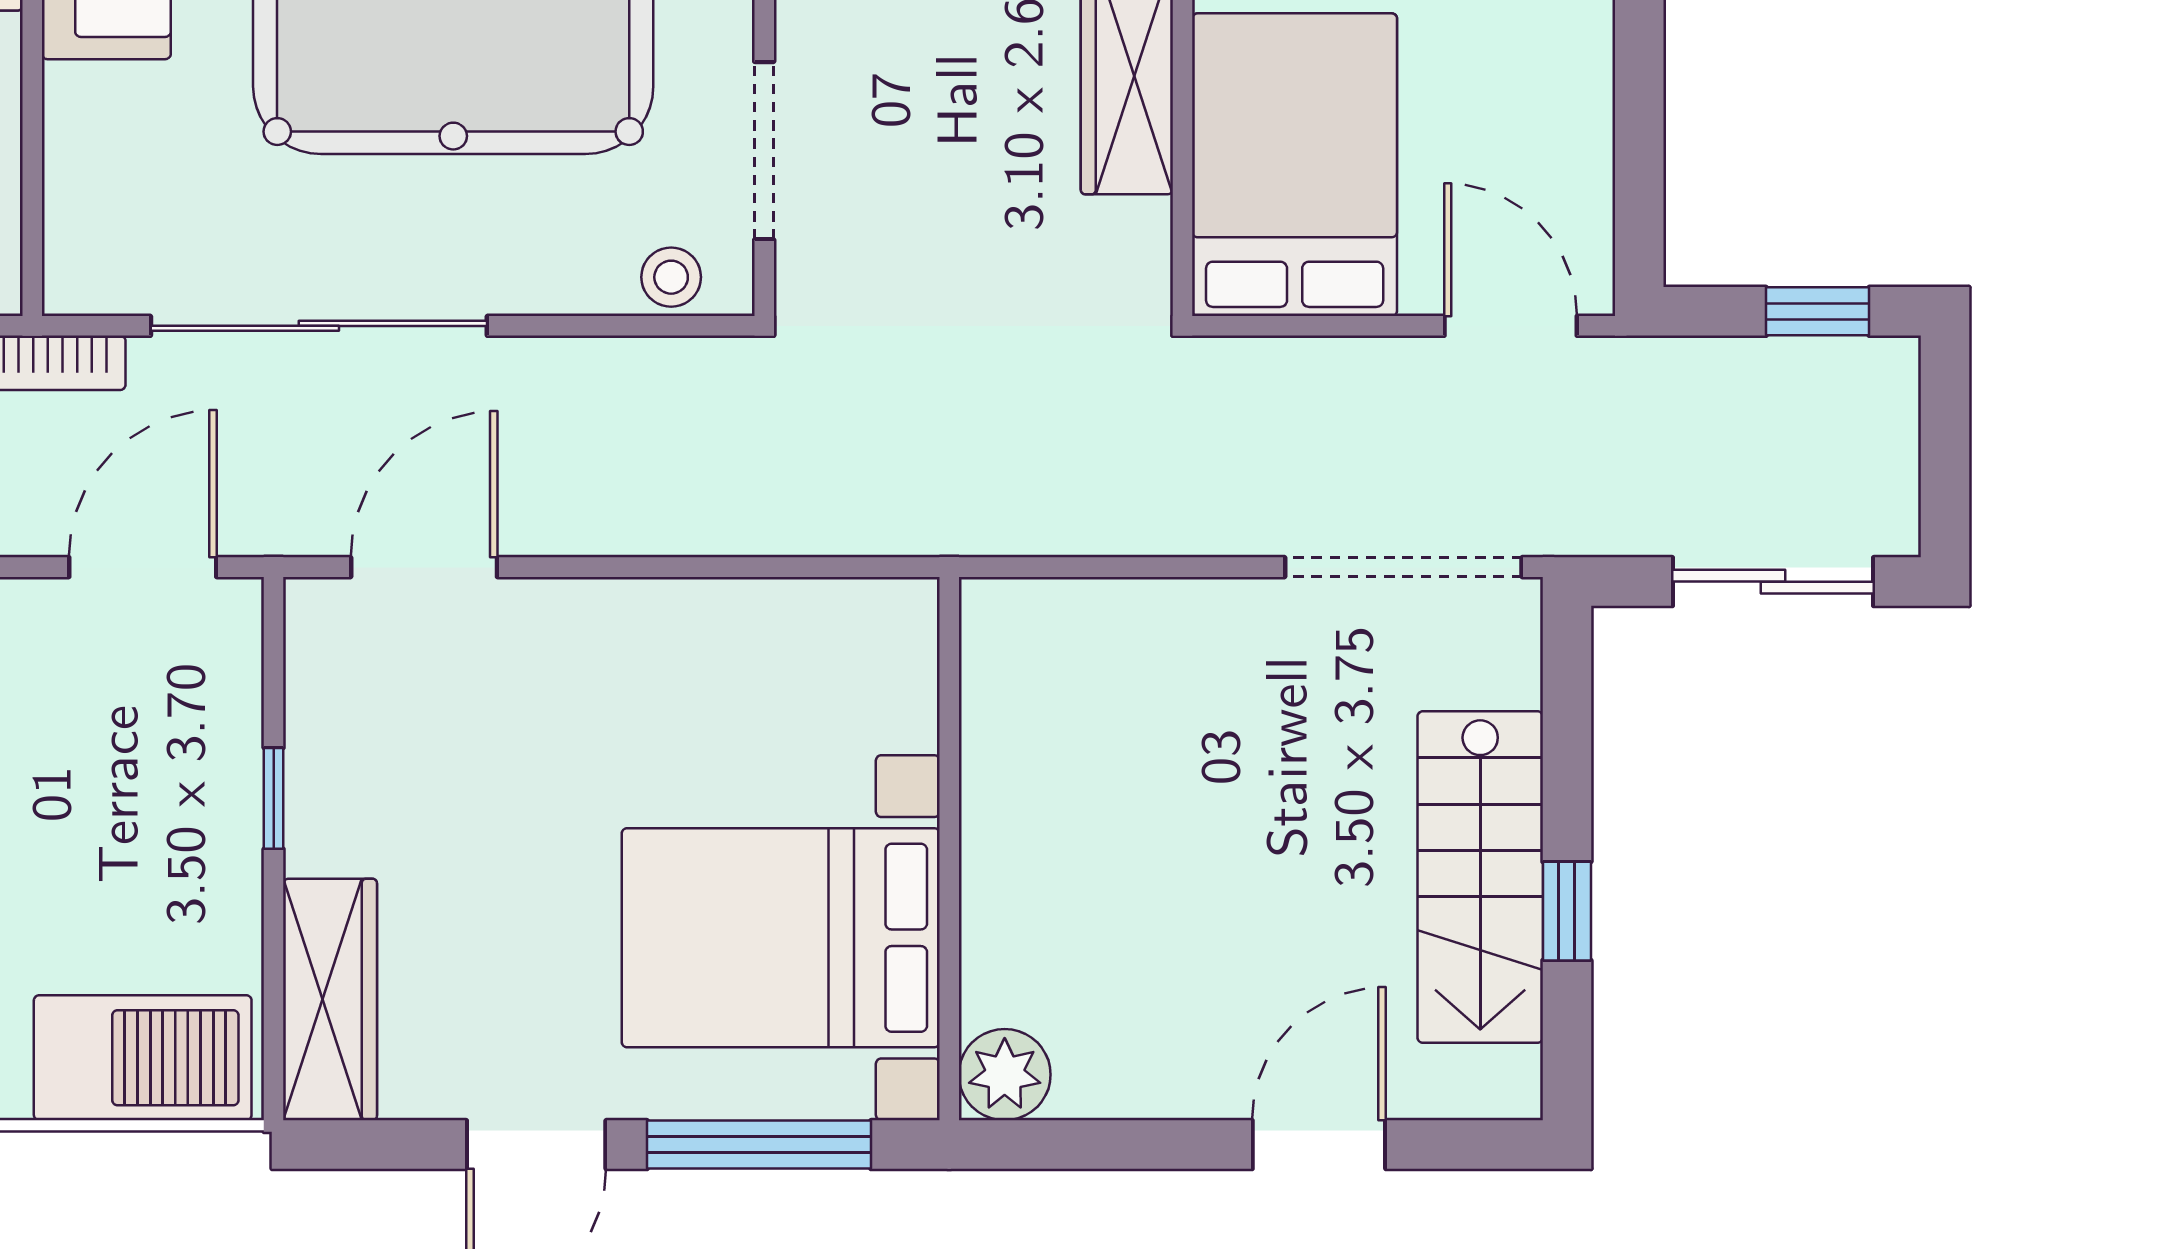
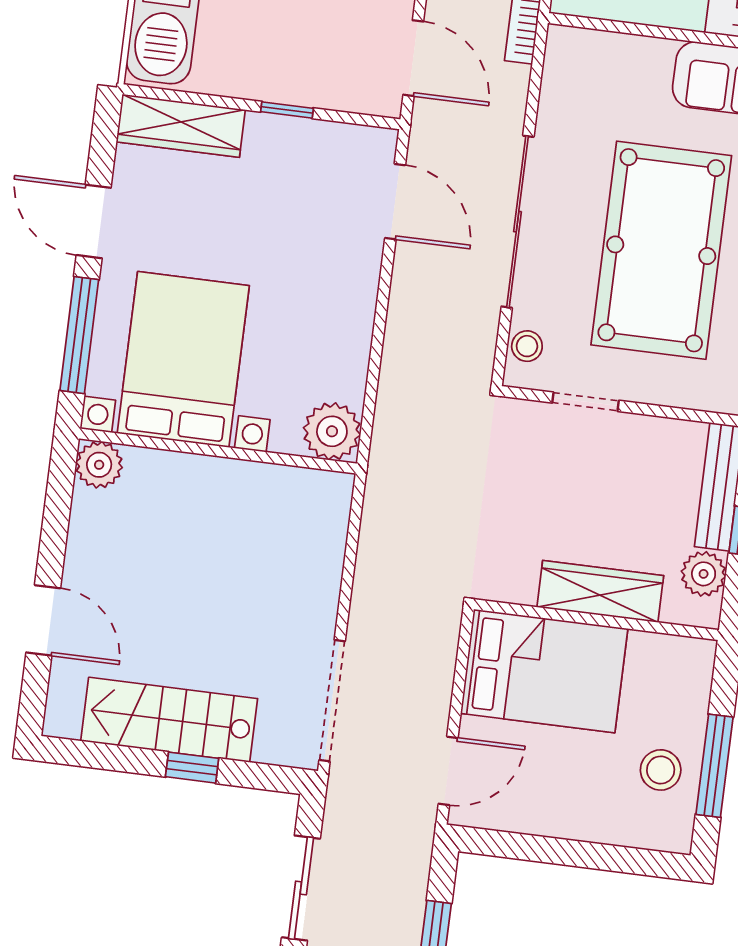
doorway: (764, 151) -> (585, 402), width x0.73
sliding door: (319, 326) -> (518, 222), moved
plant: (883, 633) -> (332, 431), added
window: (1567, 911) -> (192, 768), moved

